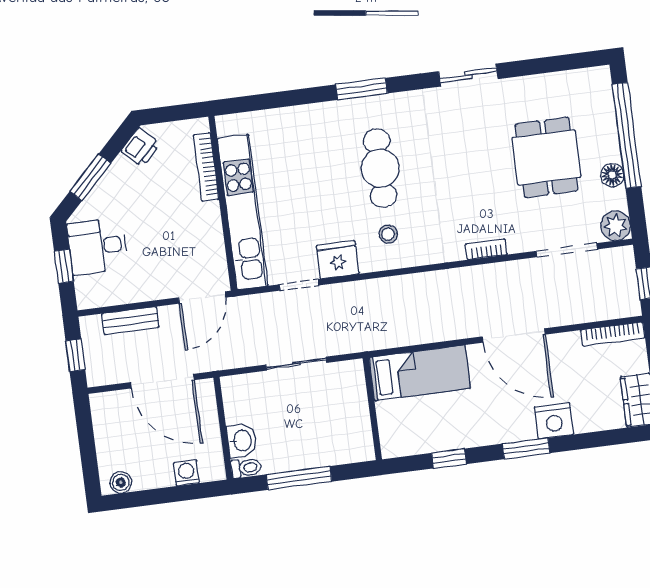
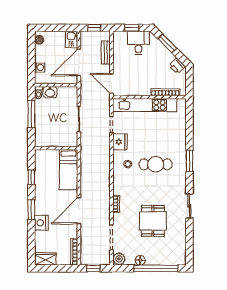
dining table: (546, 157) -> (153, 221), moved, turned 90
kitchen sink: (110, 406) -> (72, 39), added

